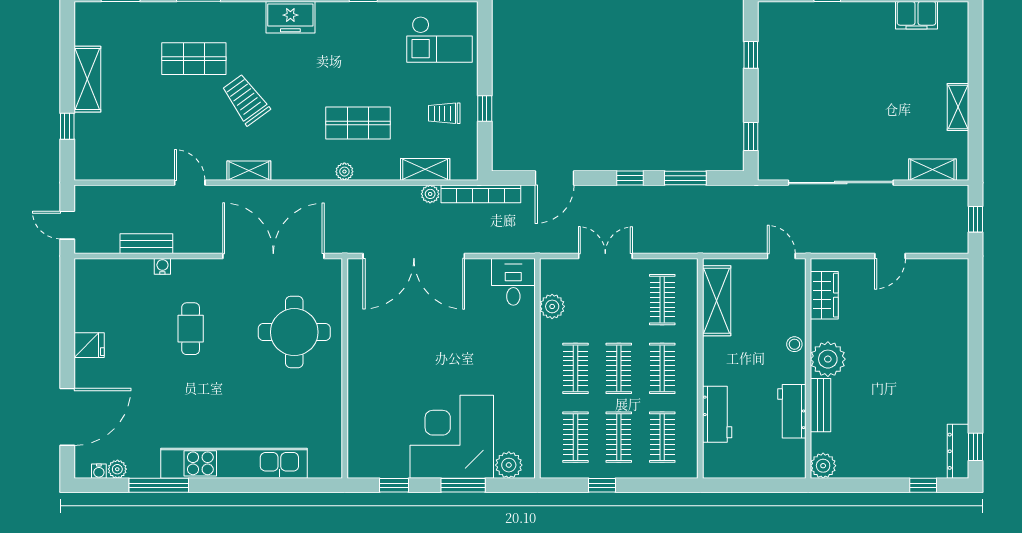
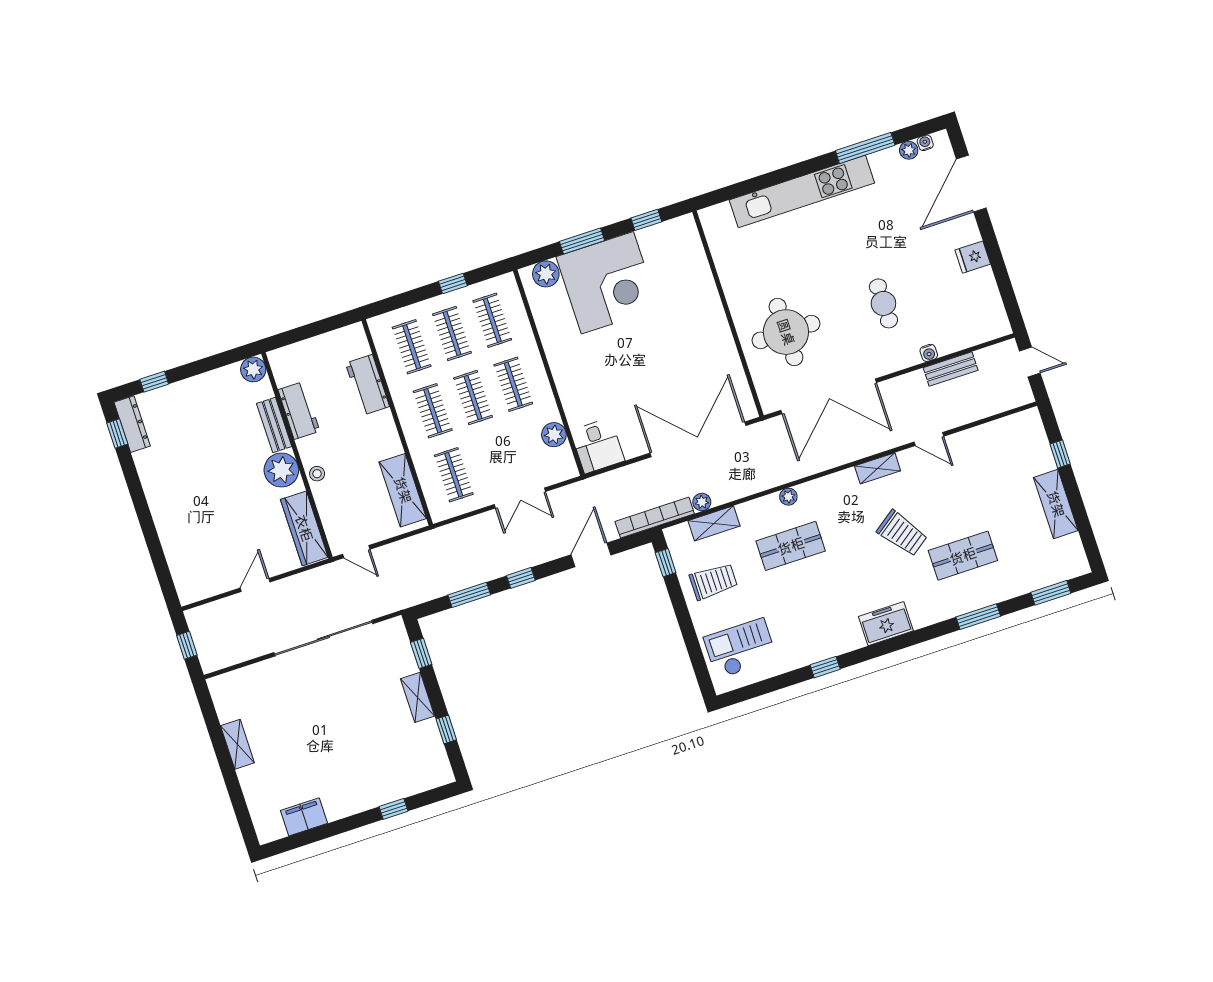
window: (485, 108) -> (666, 563), moved
trolley: (444, 113) -> (713, 581), width x1.36, depth x1.39
shelving: (932, 170) -> (418, 697), moved, turned 90
wardrobe: (824, 295) -> (304, 528), width x1.50

